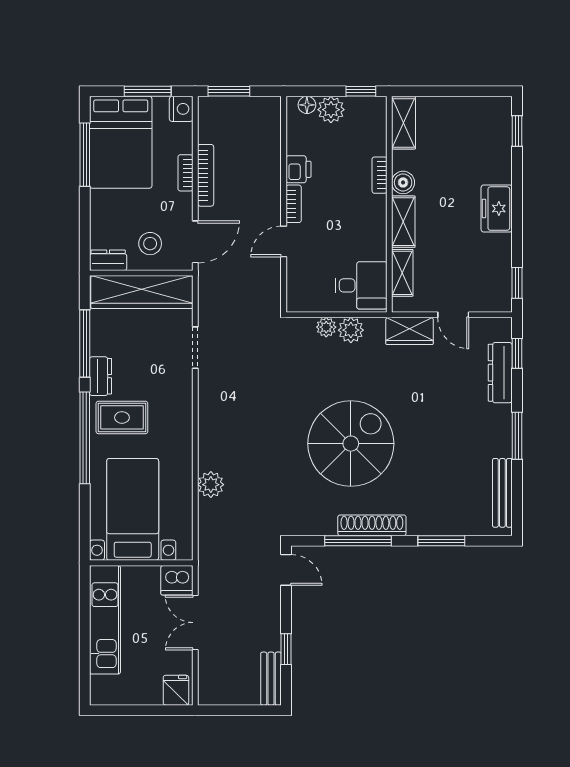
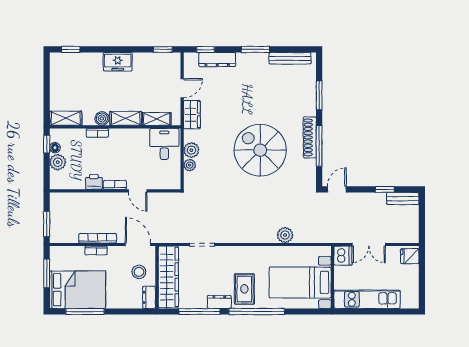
floor lamp: (307, 105) -> (55, 148), moved
nightstand: (181, 109) -> (57, 253), removed

